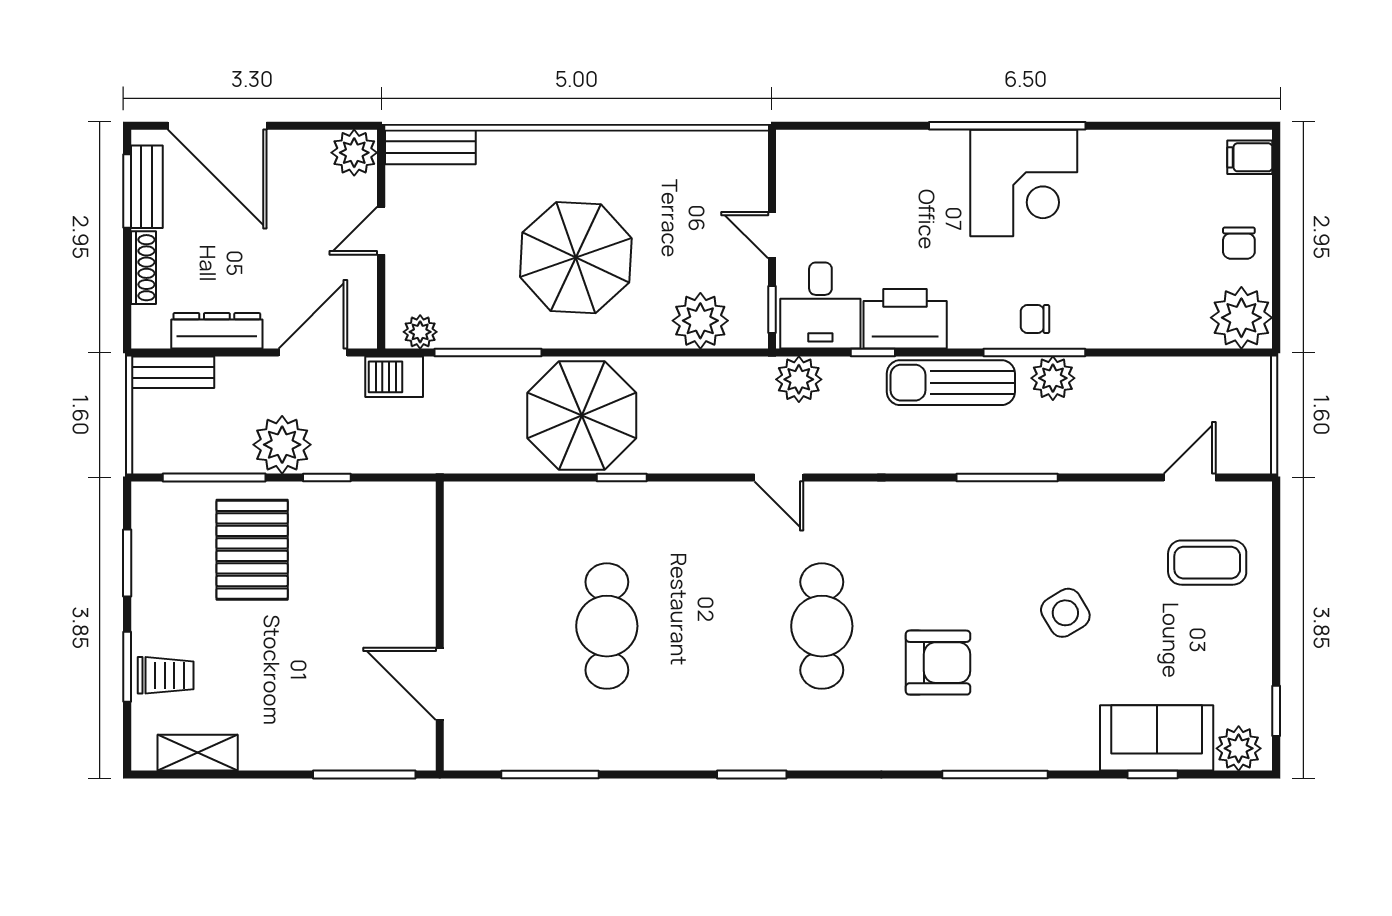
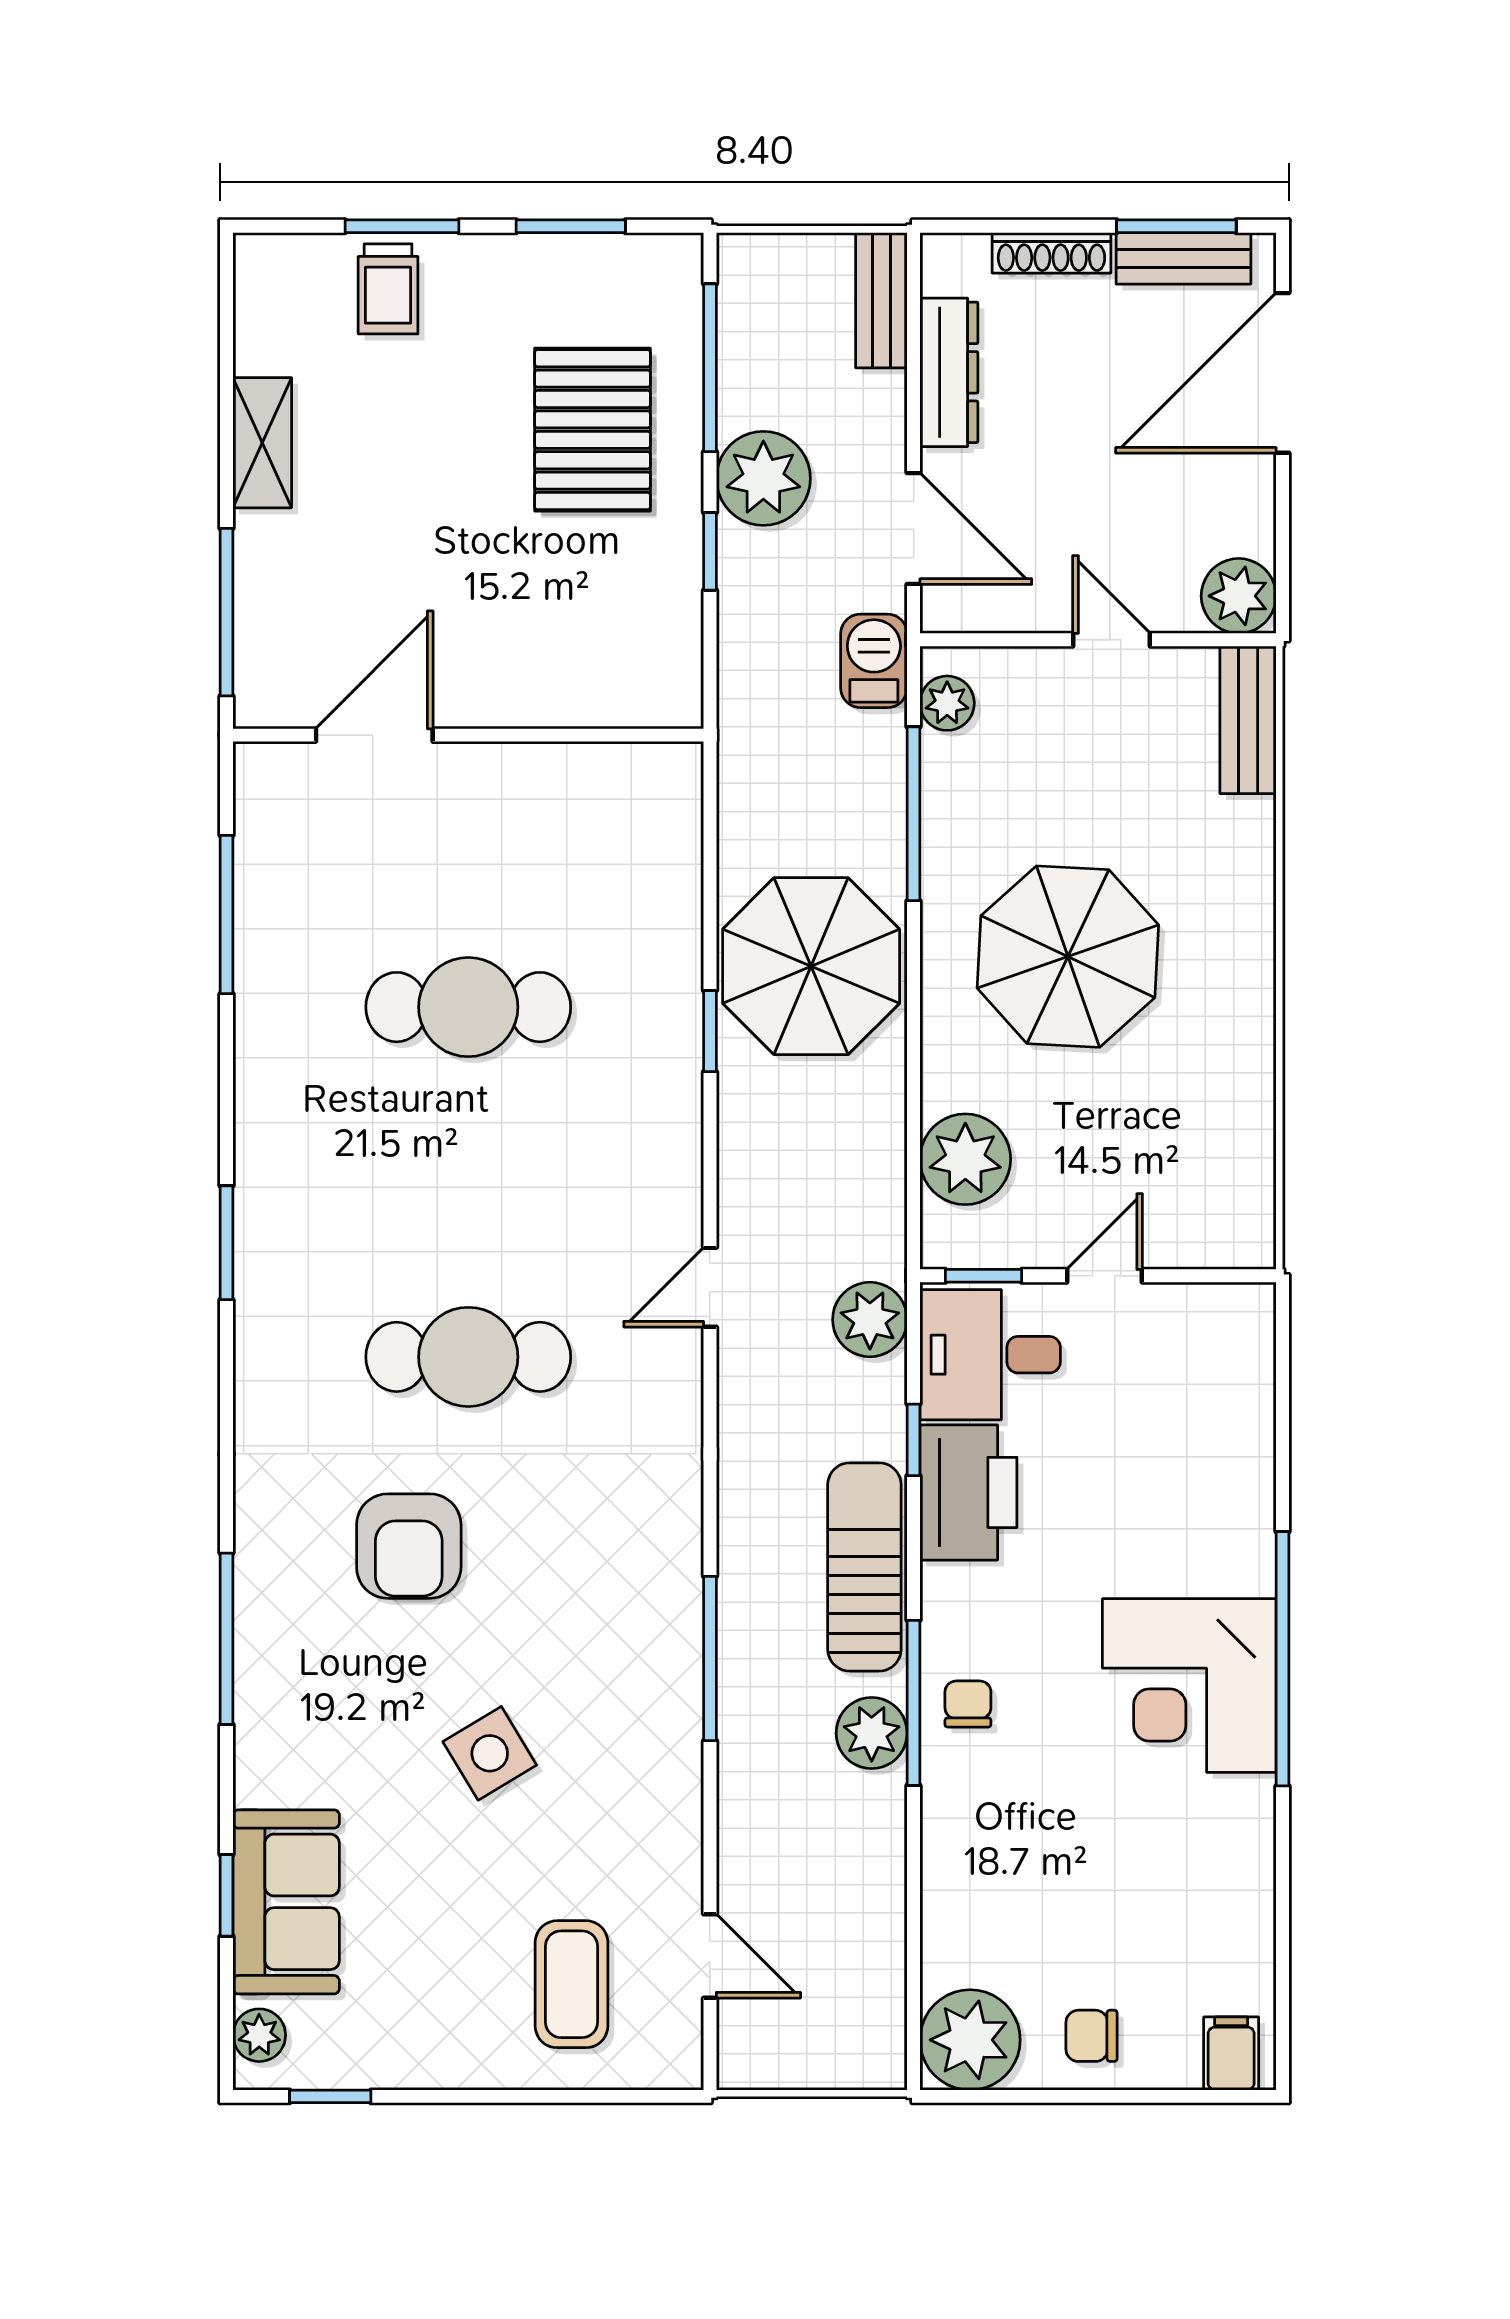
pallet: (252, 550) -> (593, 430), turned 90
plant: (1239, 748) -> (259, 2035), width x0.73, depth x0.73
shelving: (198, 753) -> (262, 443), moved

